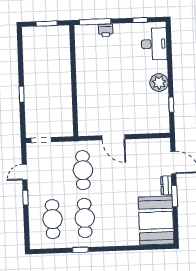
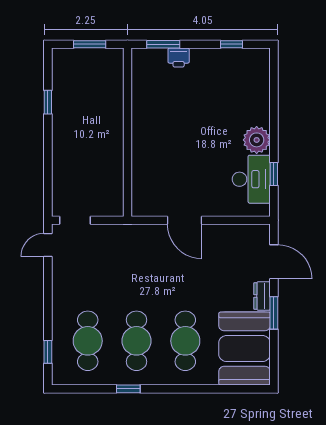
window: (95, 22) -> (163, 44), width x0.69
desk: (154, 44) -> (251, 179), moved
window: (22, 94) -> (48, 102), moved
cafe table: (83, 170) -> (185, 341), moved
door: (24, 172) -> (48, 245), moved
window: (25, 197) -> (48, 352), moved

